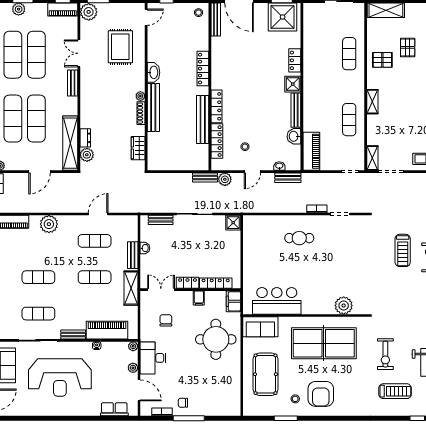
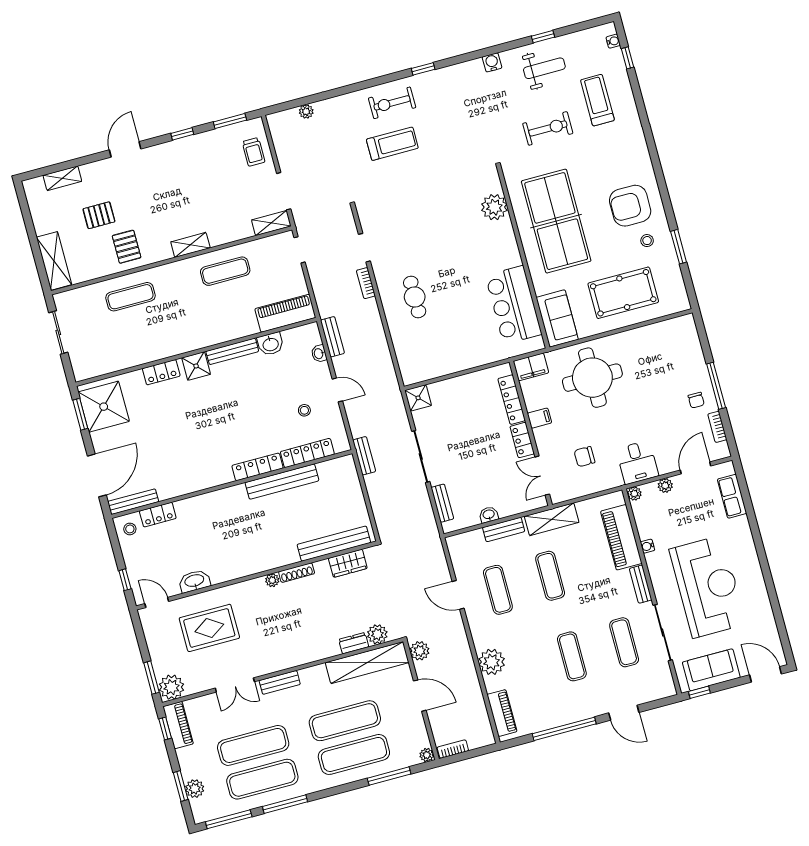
locker: (203, 69) -> (158, 515), moved, width x0.66
washbasin: (153, 72) -> (194, 581), moved
bench: (153, 107) -> (334, 544), moved
plant: (225, 179) -> (420, 651), moved
desk: (153, 358) -> (637, 462), width x0.73
armchair: (321, 394) -> (630, 206), turned 180

